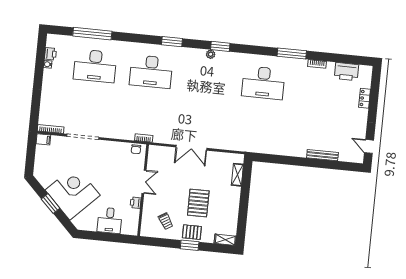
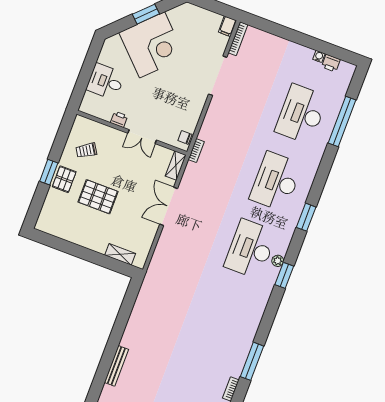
desk: (263, 83) -> (251, 249), moved
shelving: (225, 240) -> (176, 165), moved

